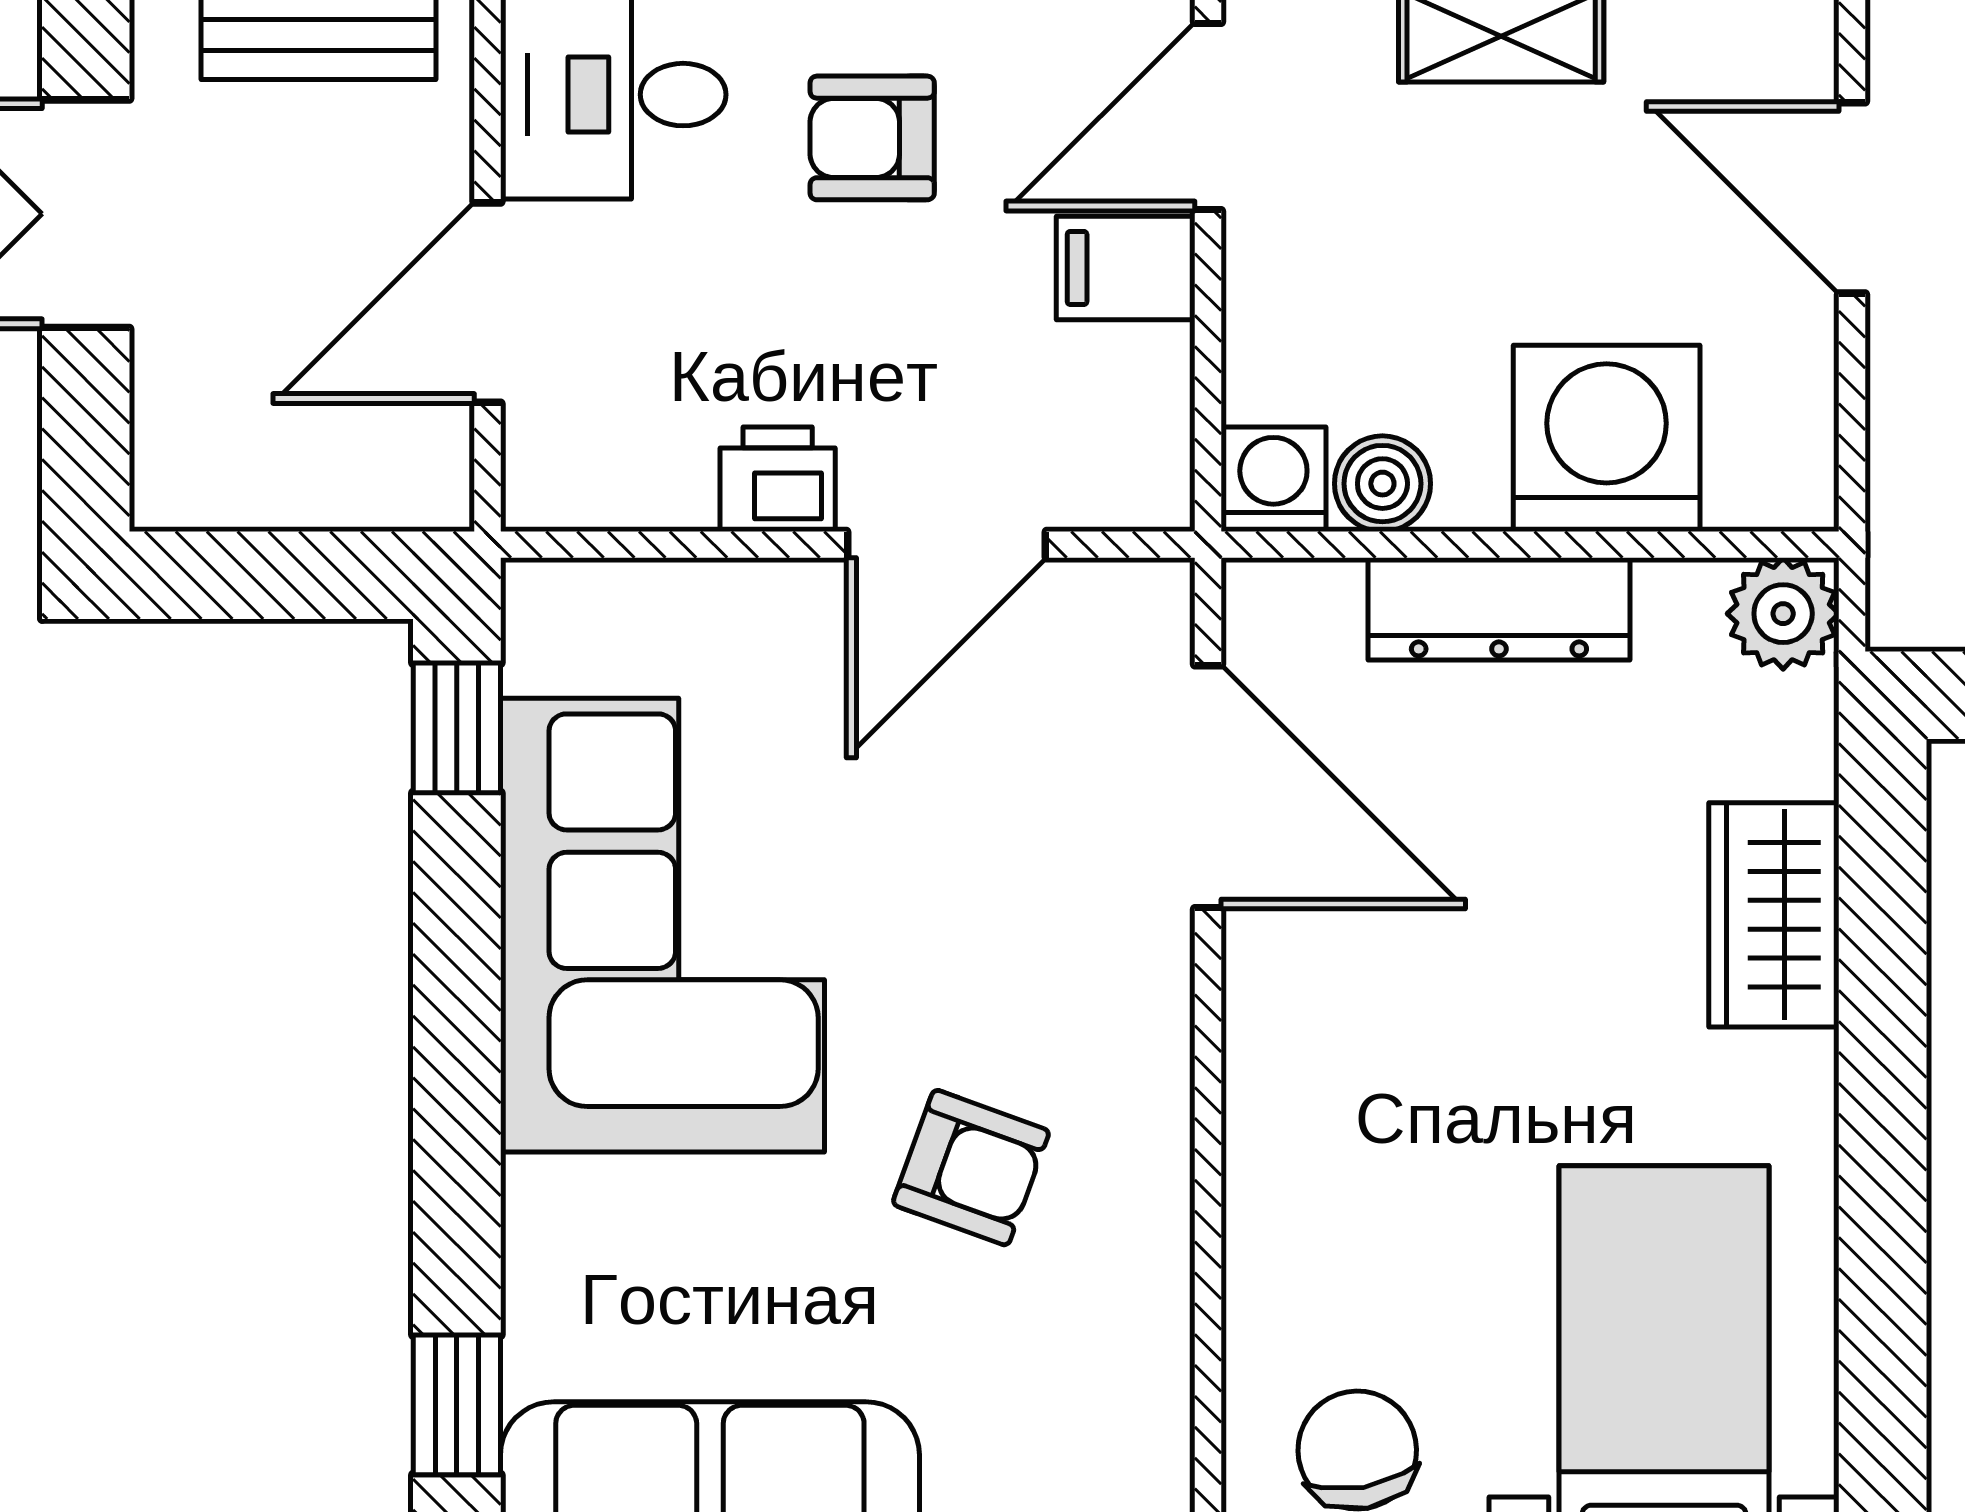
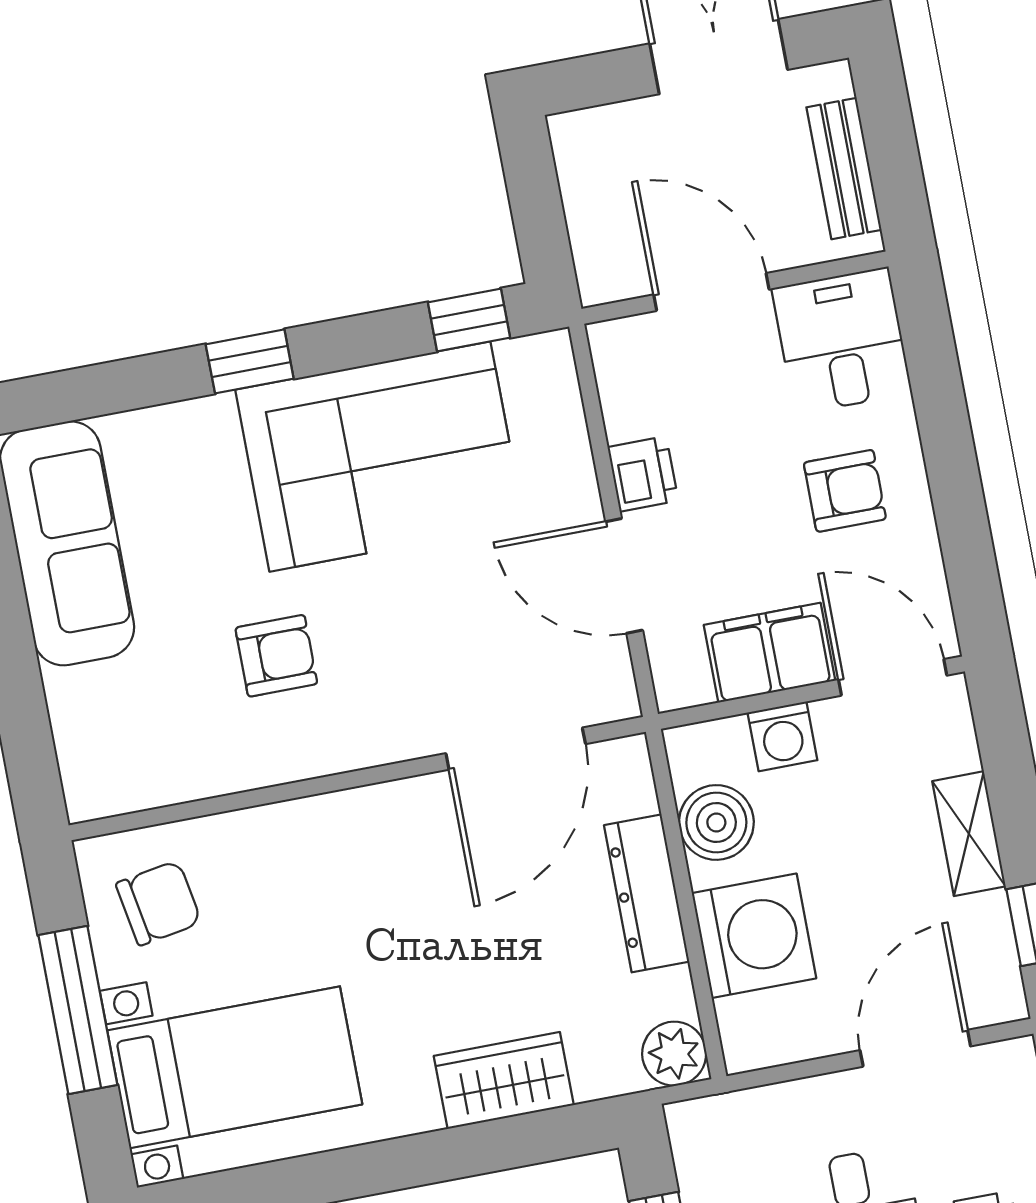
armchair: (872, 138) -> (845, 491), turned 90
filing cabinet: (1126, 268) -> (769, 653), width x2.00
washing machine: (1273, 479) -> (782, 736), moved, turned 90
boiler: (1382, 484) -> (716, 822), width x1.36, depth x1.36
armchair: (971, 1168) -> (276, 656), turned -110
window: (457, 1405) -> (250, 361), moved

